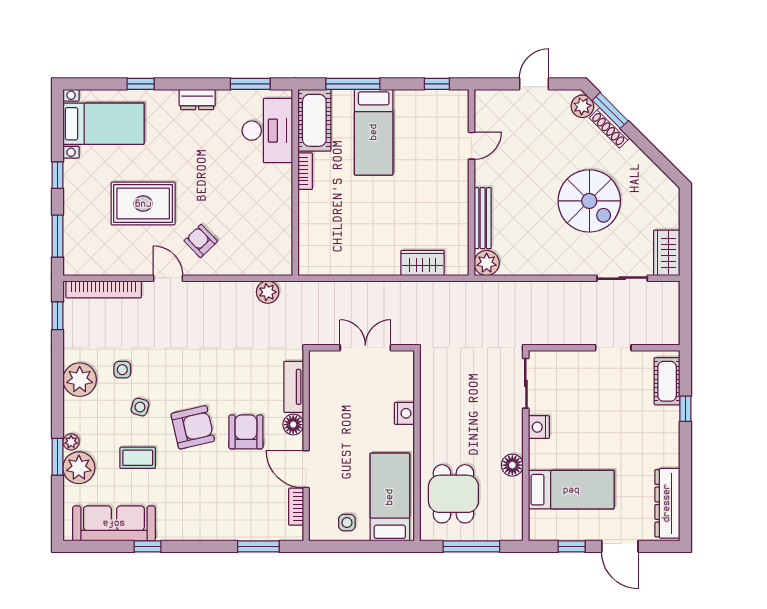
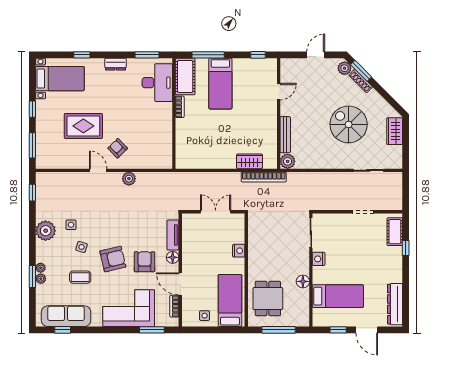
spiral stairs: (589, 201) -> (349, 124), turned 180
wardrobe: (667, 253) -> (395, 131), moved
bookcase: (104, 289) -> (264, 177), moved
plant: (268, 292) -> (129, 179), moved
plant: (79, 468) -> (41, 279), width x0.53, depth x0.53
corner sofa: (219, 510) -> (129, 308), added
window: (148, 546) -> (63, 330), moved

